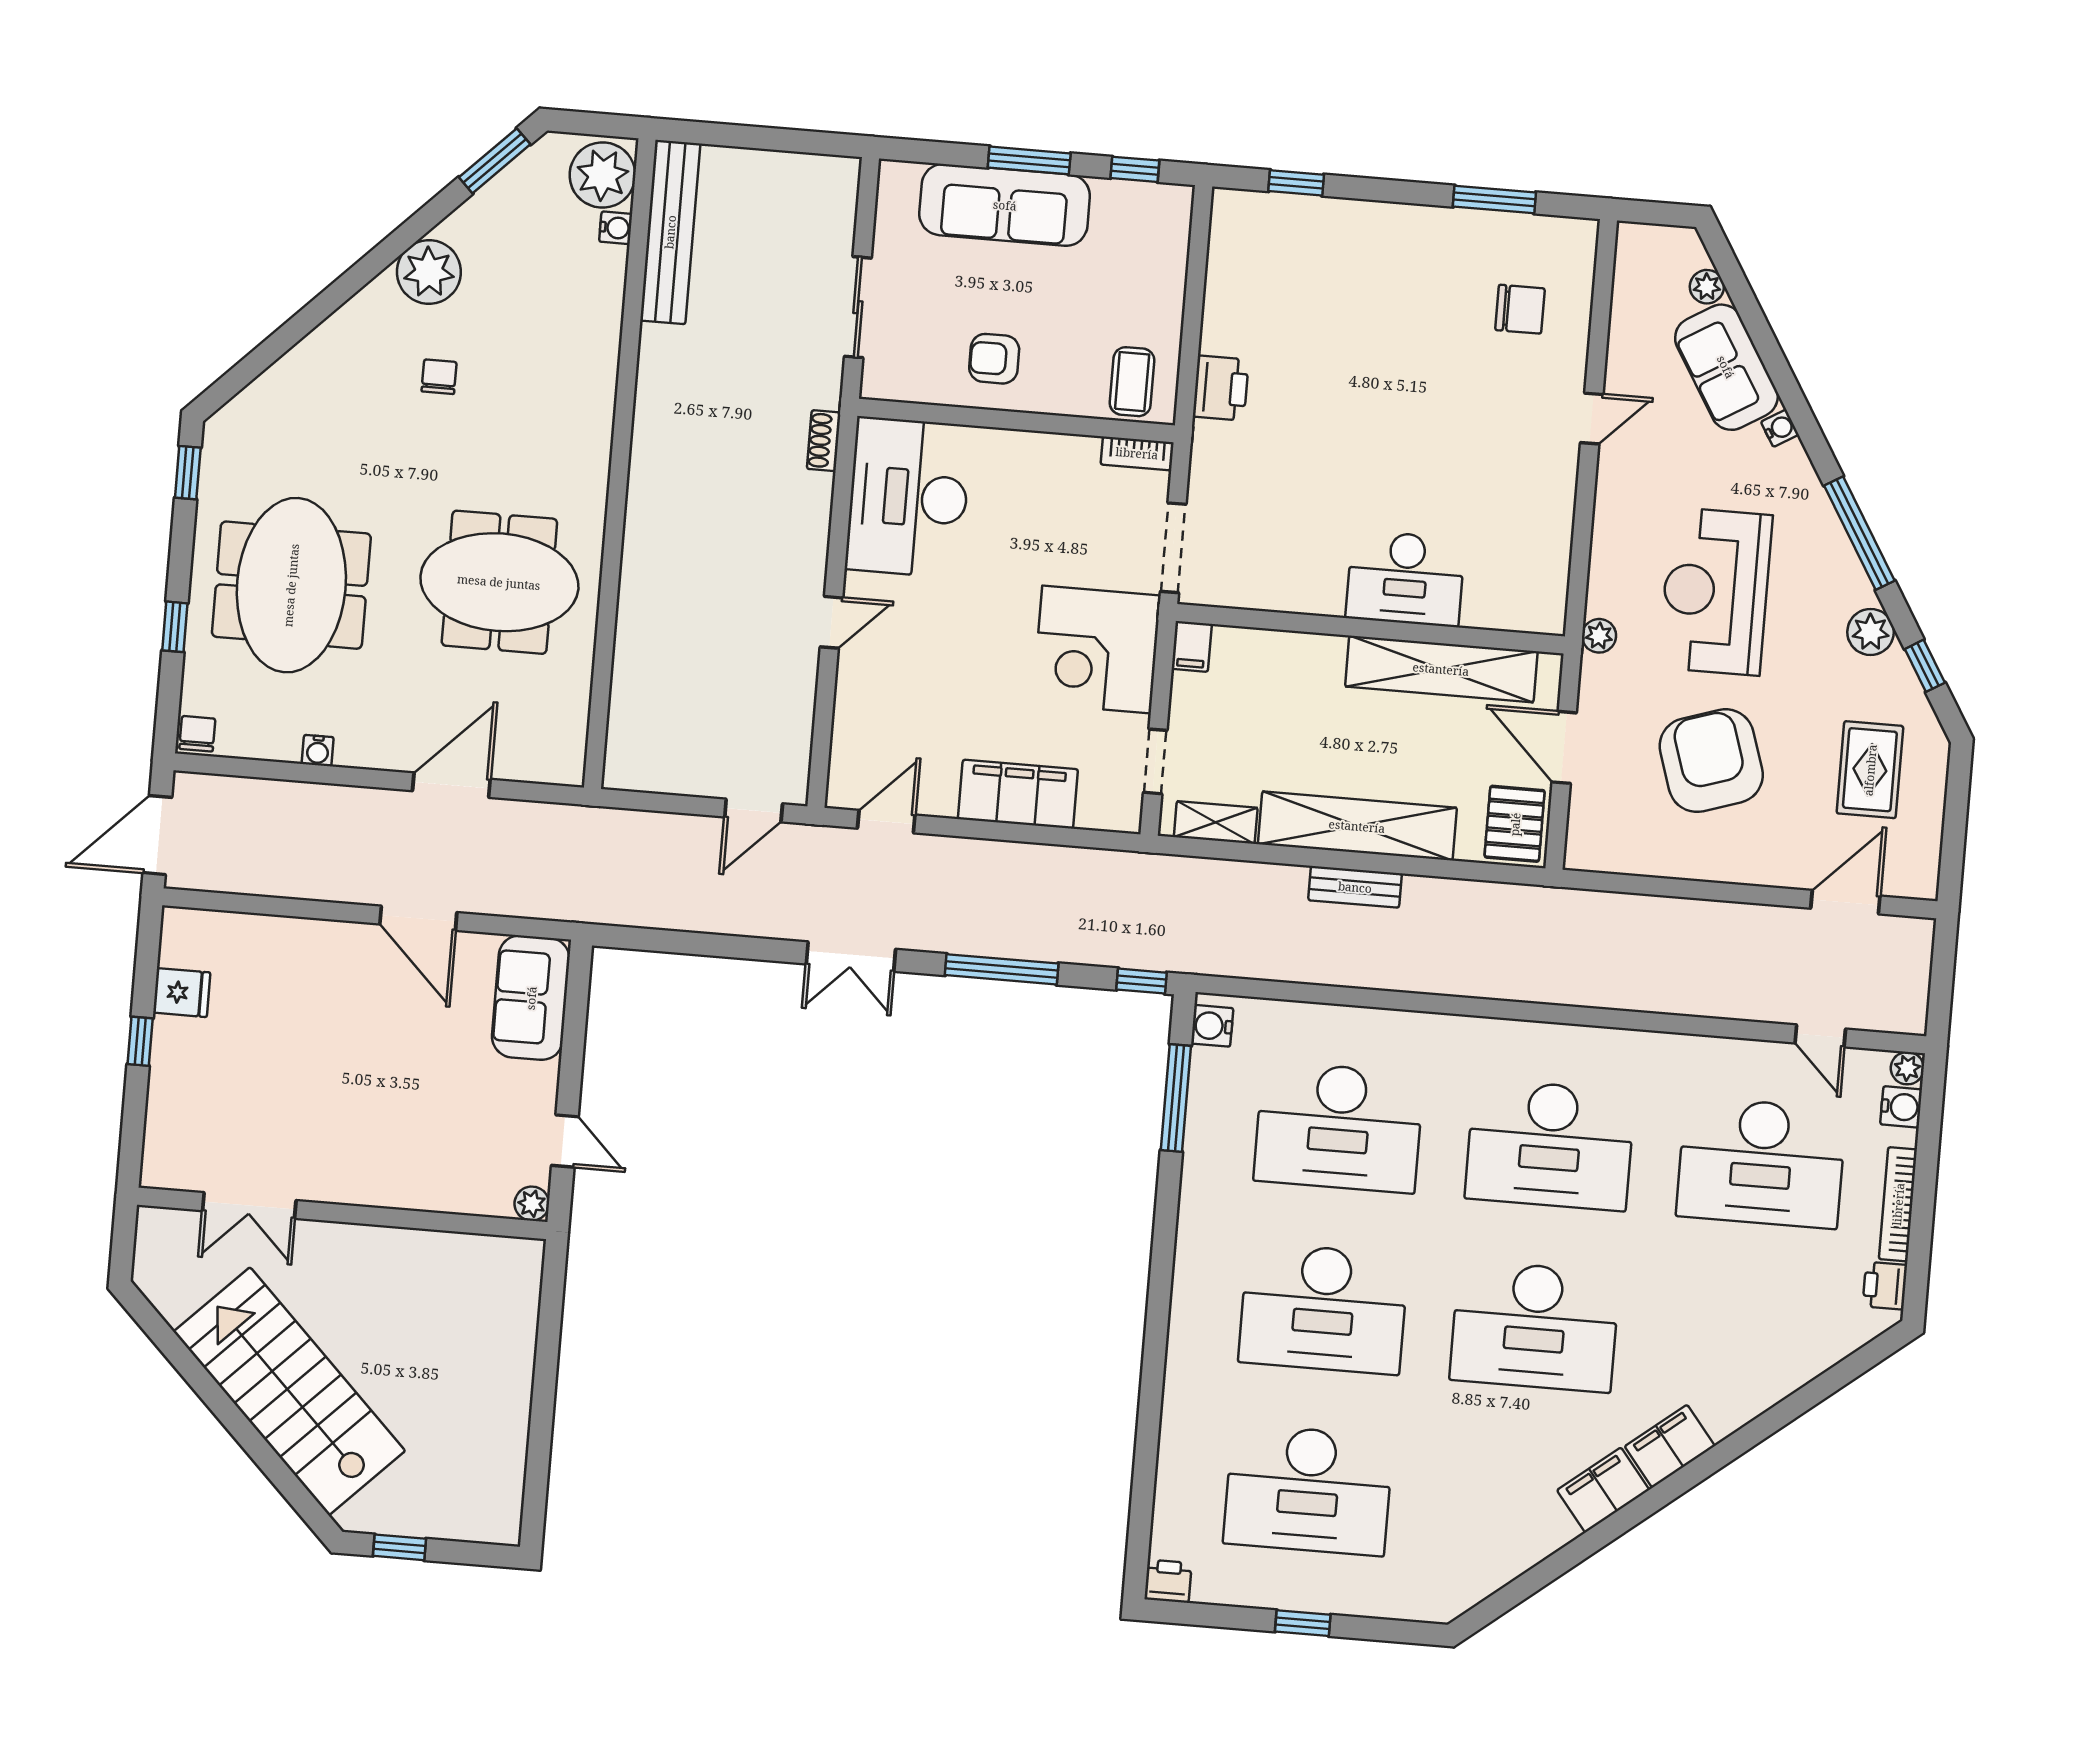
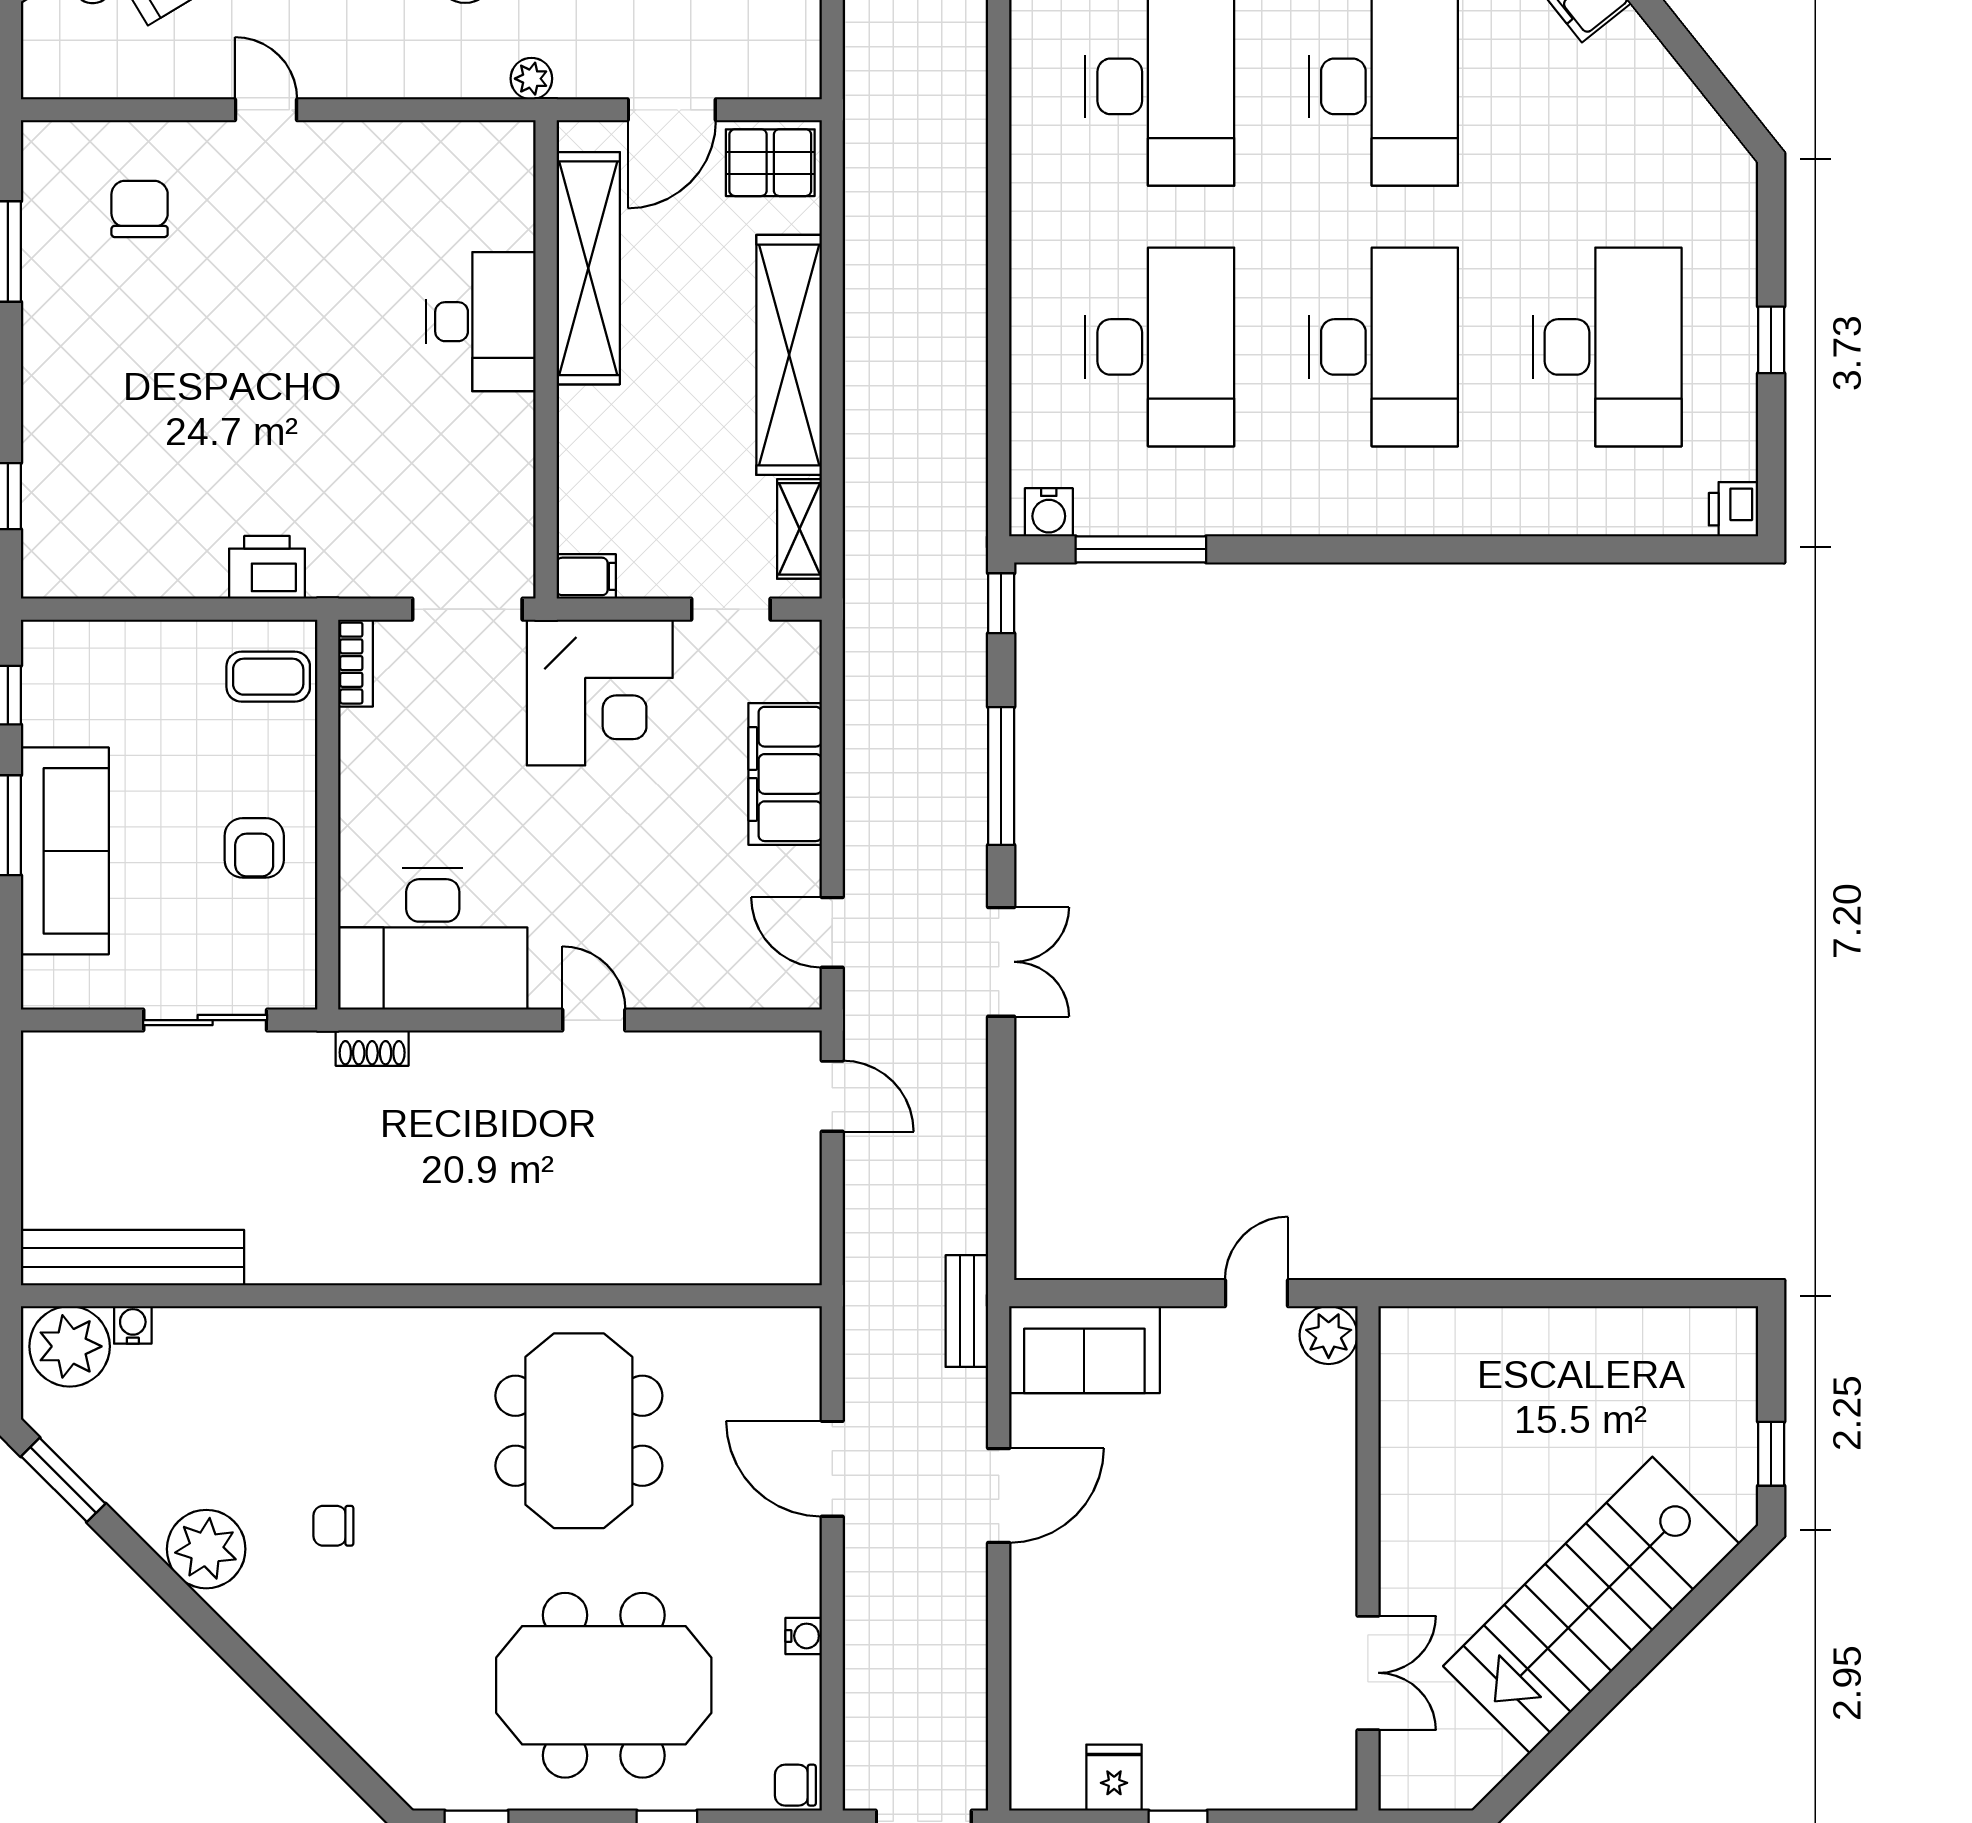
bench: (1355, 887) -> (967, 1311), moved
plant: (532, 1204) -> (1329, 1335), width x1.38, depth x1.38

